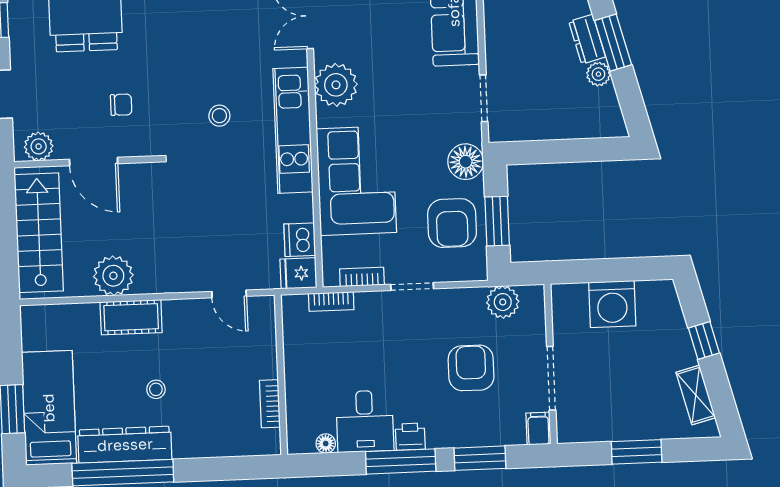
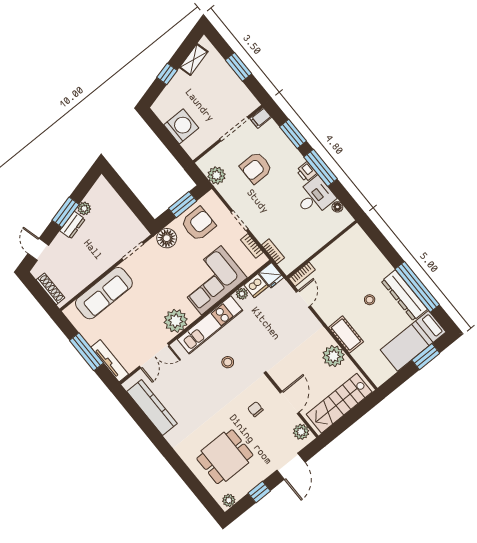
plant: (303, 210) -> (242, 294), added
bookcase: (270, 404) -> (302, 274), moved

